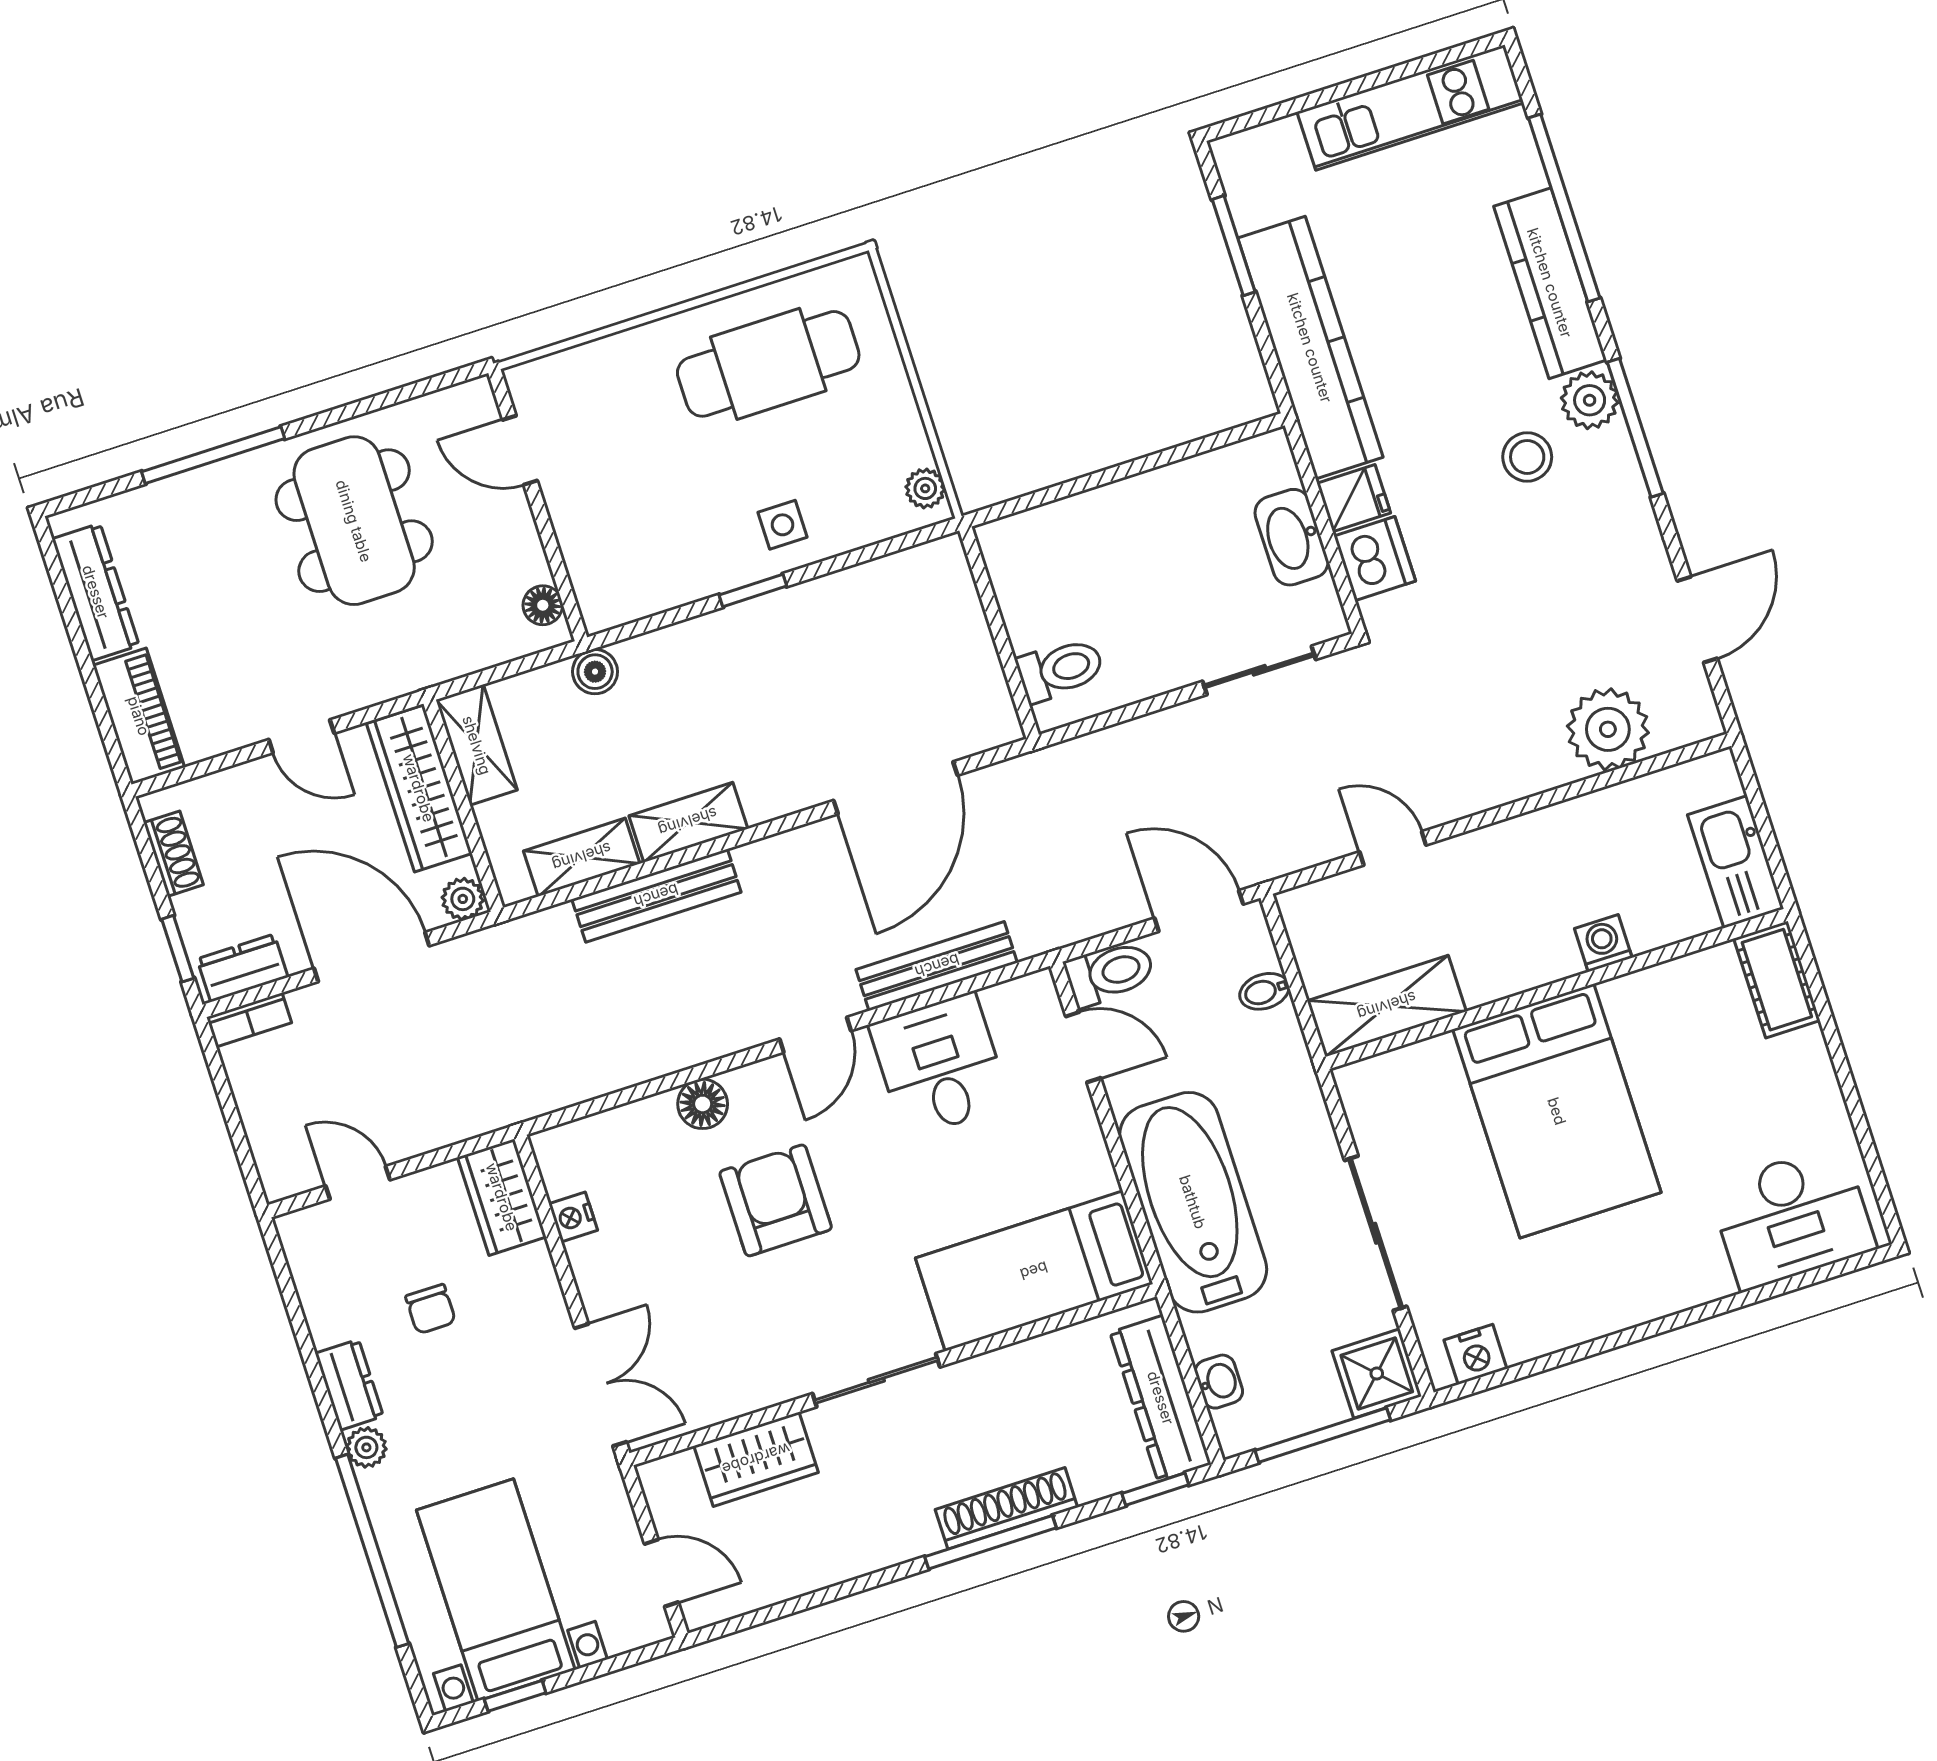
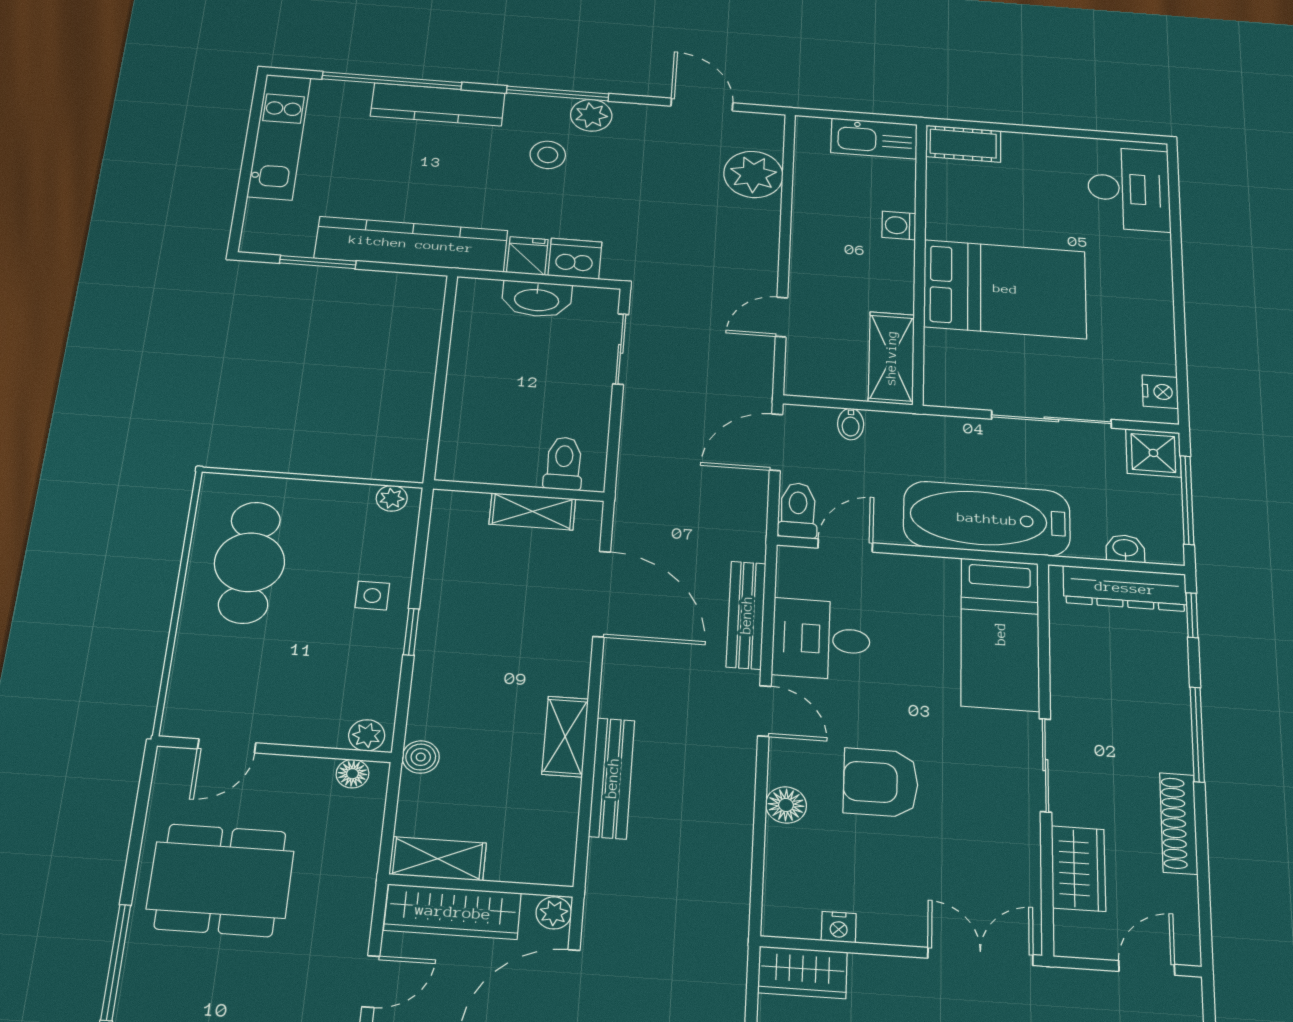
plant: (1590, 400) -> (591, 115), moved
plant: (598, 599) -> (367, 735), added
shelving: (582, 857) -> (532, 511), moved, turned 90
shoe rack: (1006, 1508) -> (1179, 823), moved

